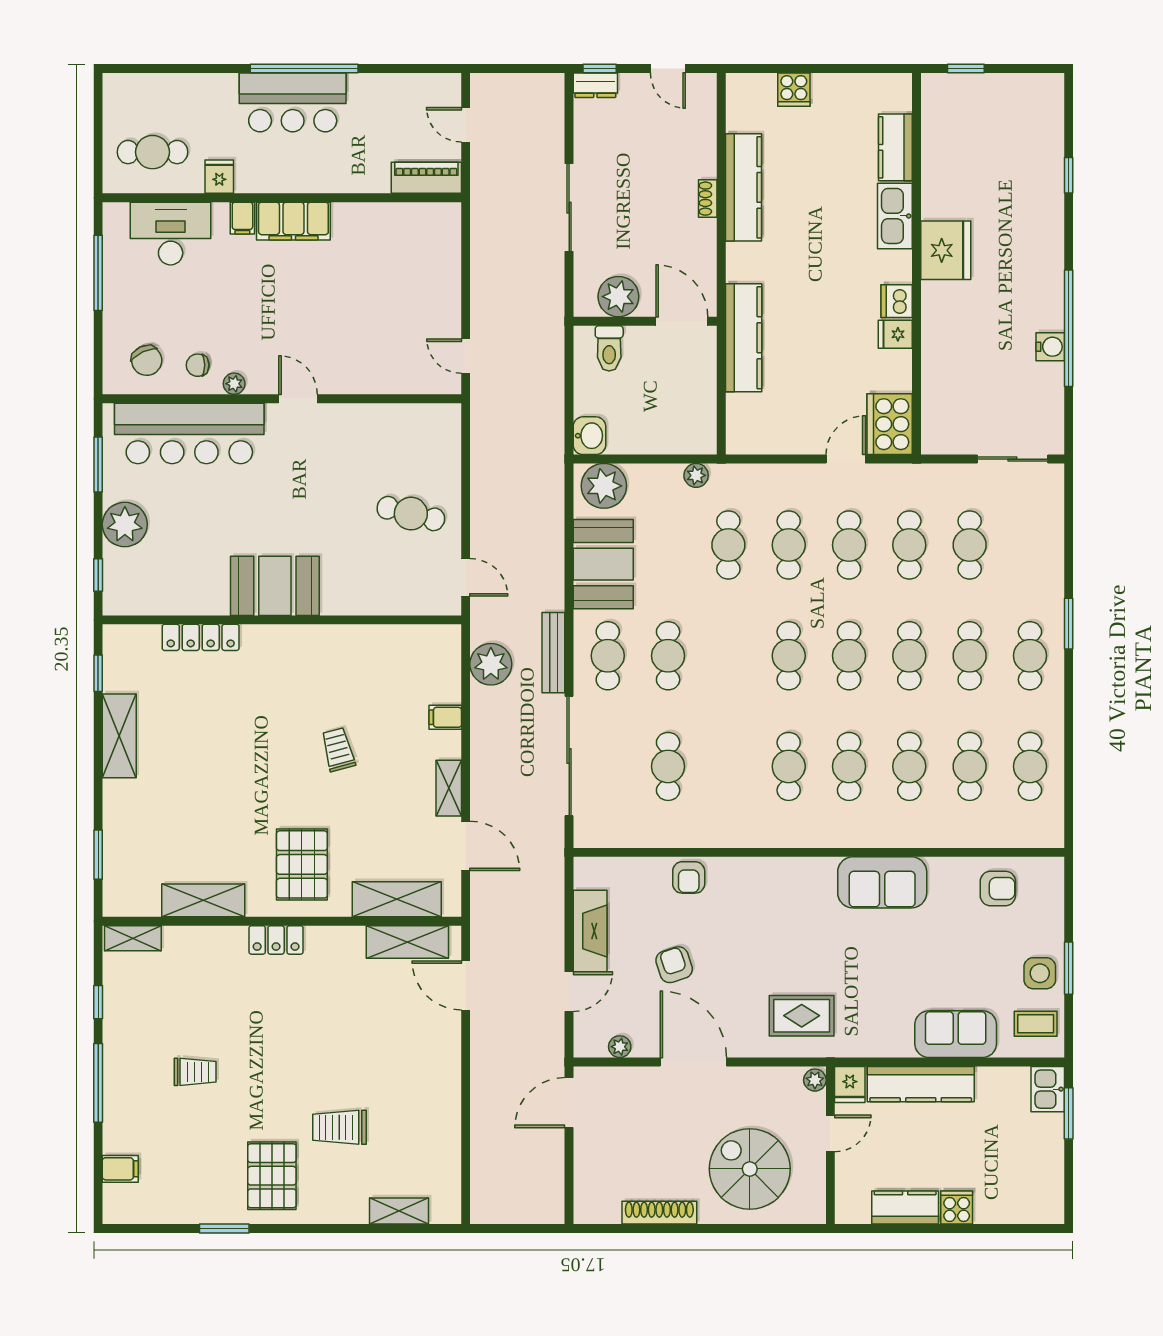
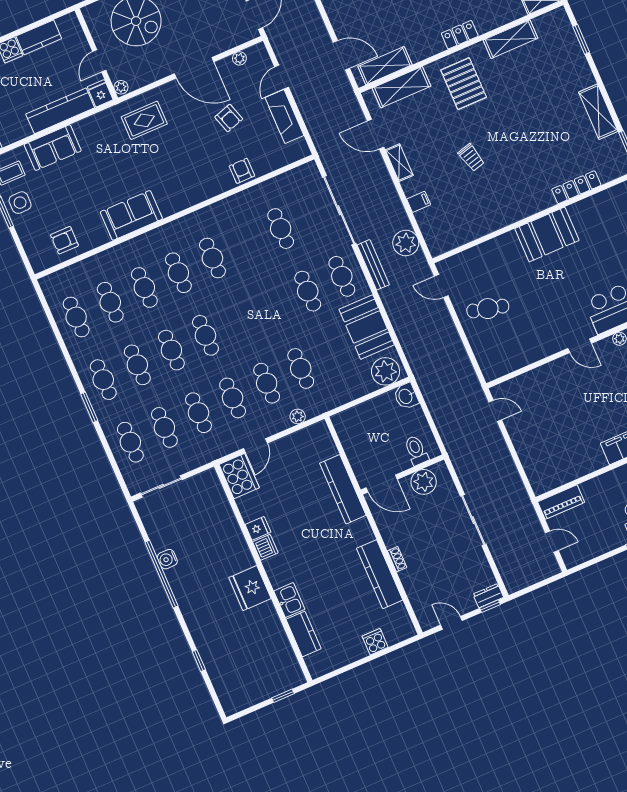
kitchen sink: (895, 216) -> (289, 600), width x0.73
plant: (696, 475) -> (298, 416), moved
cafe table: (789, 656) -> (130, 442), moved

